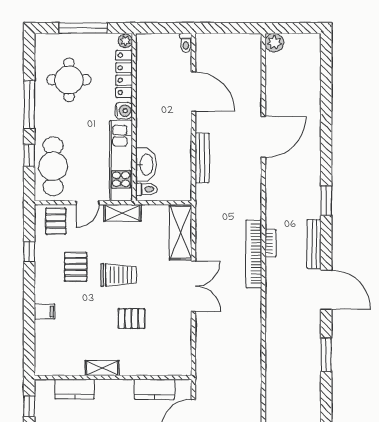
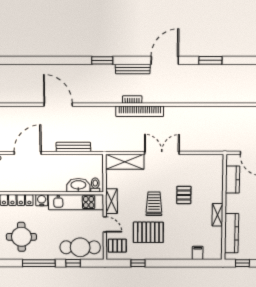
pallet: (76, 267) -> (148, 232), width x1.50, depth x1.42
filing cabinet: (45, 312) -> (198, 253), moved
kitchen counter: (75, 389) -> (231, 233), width x1.50

